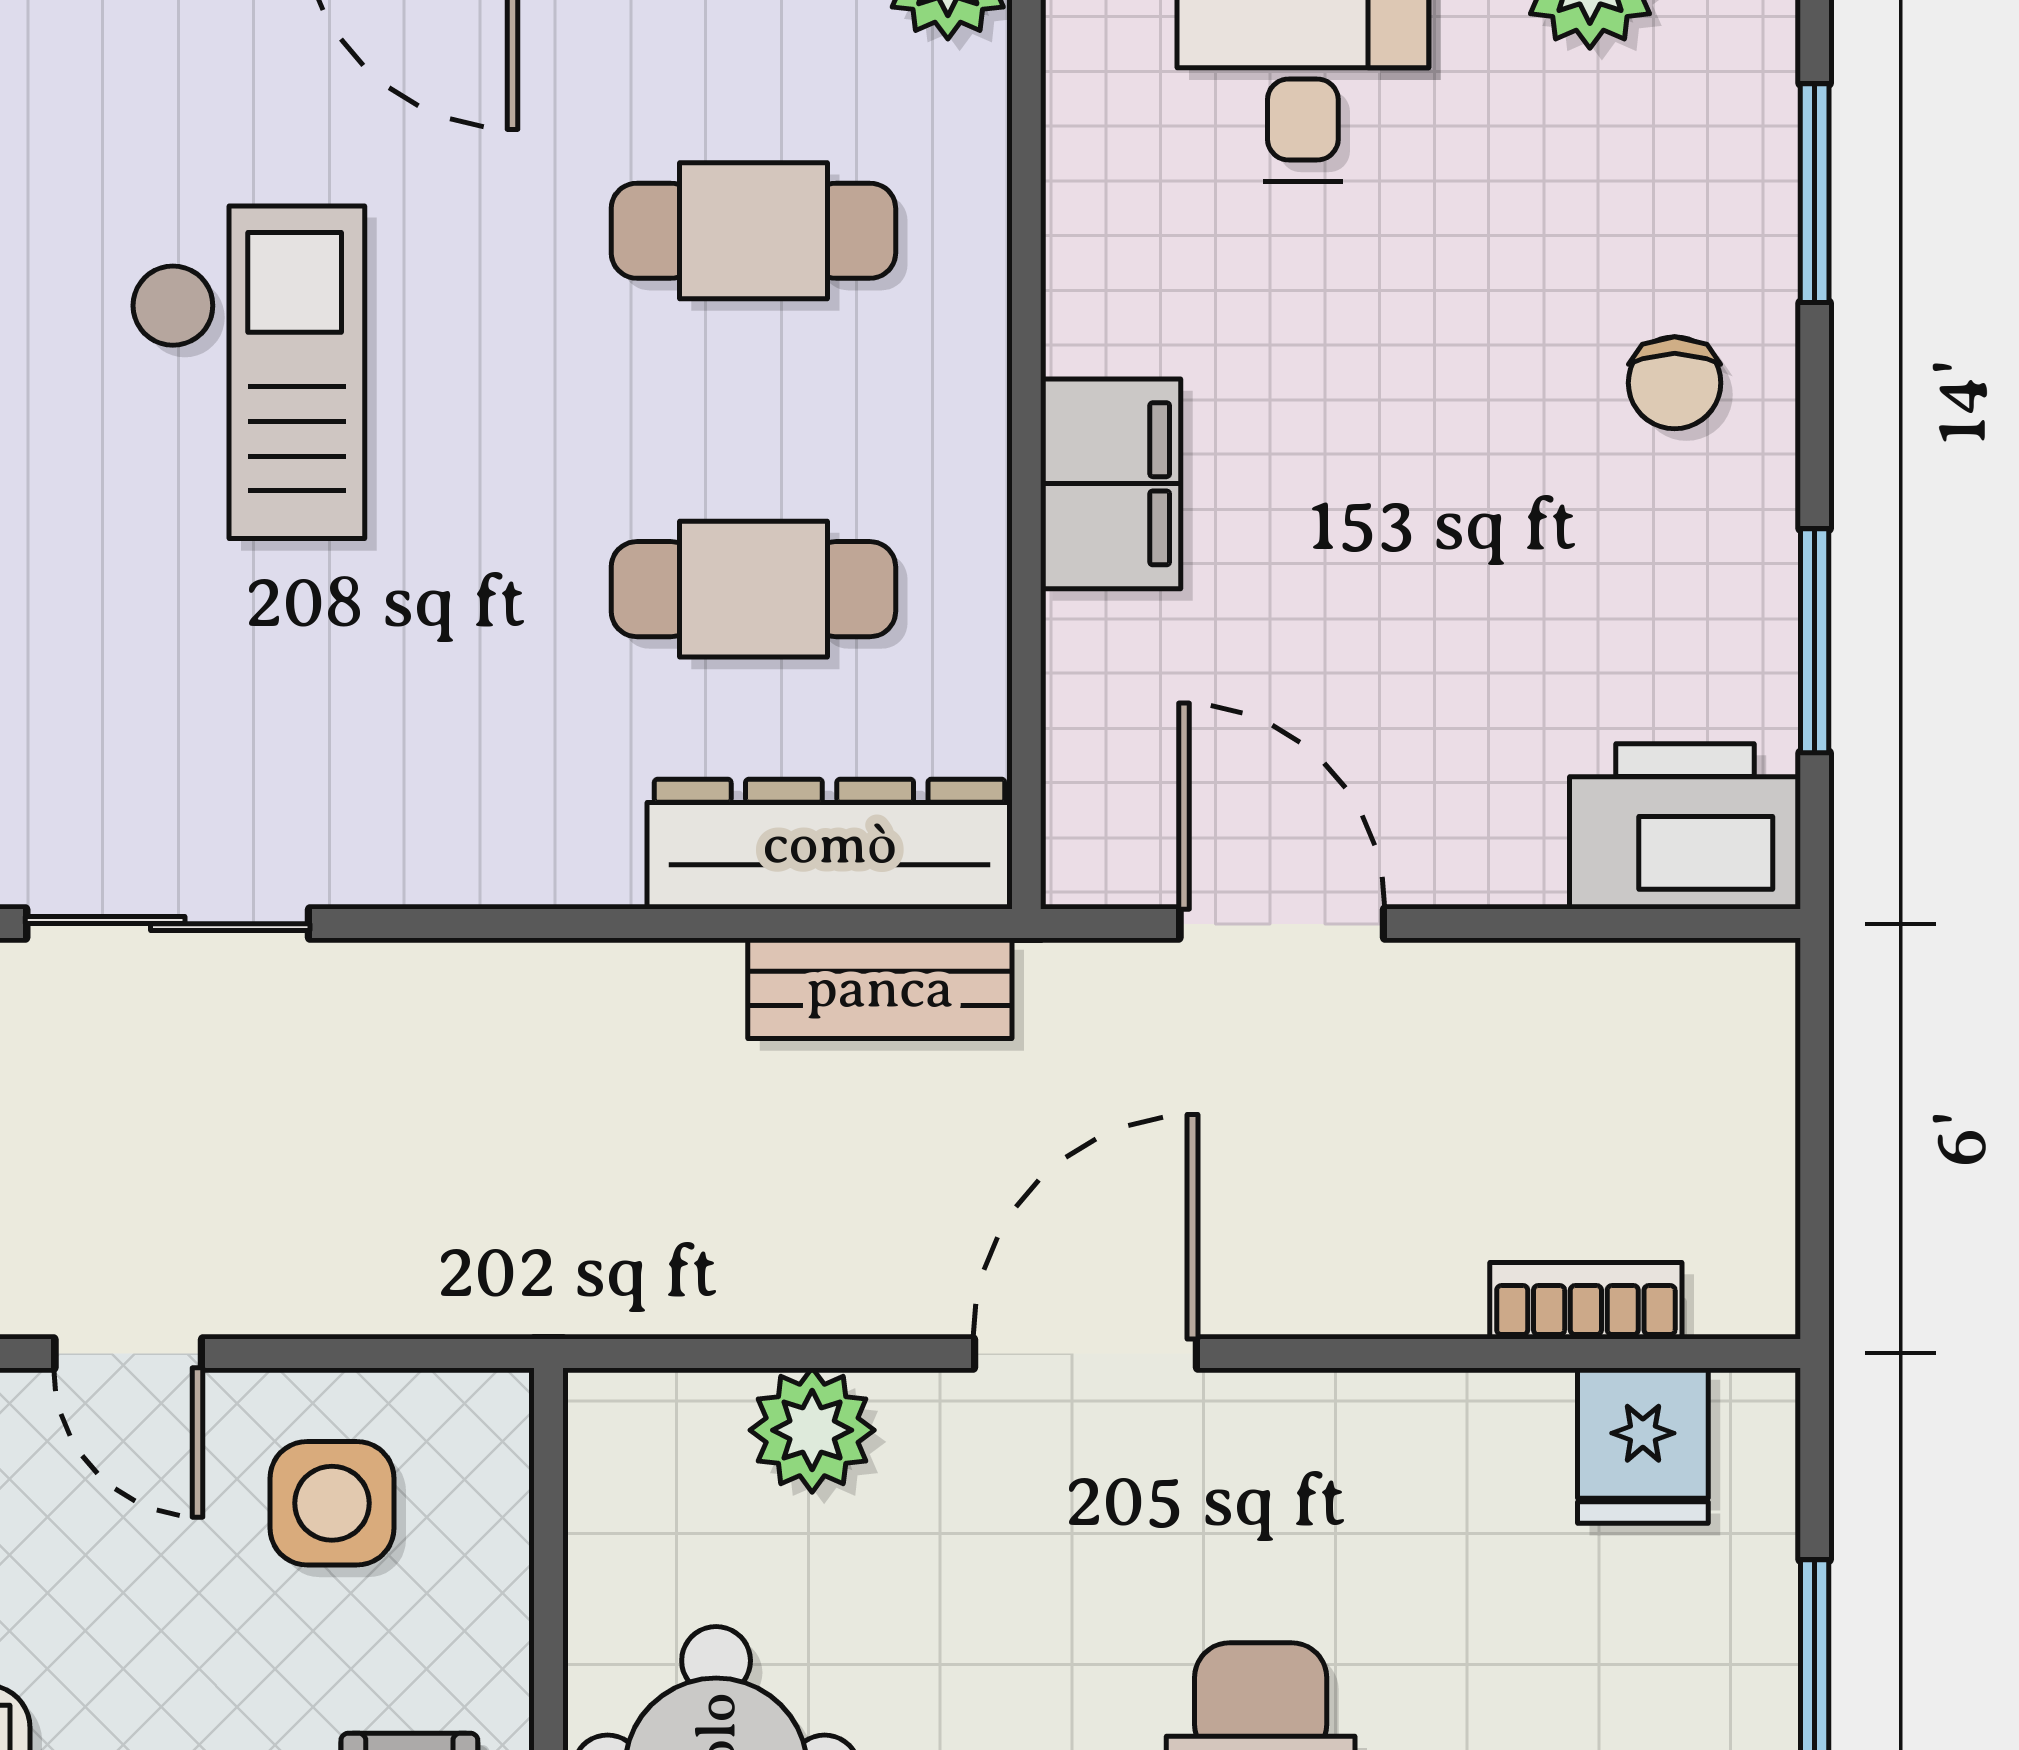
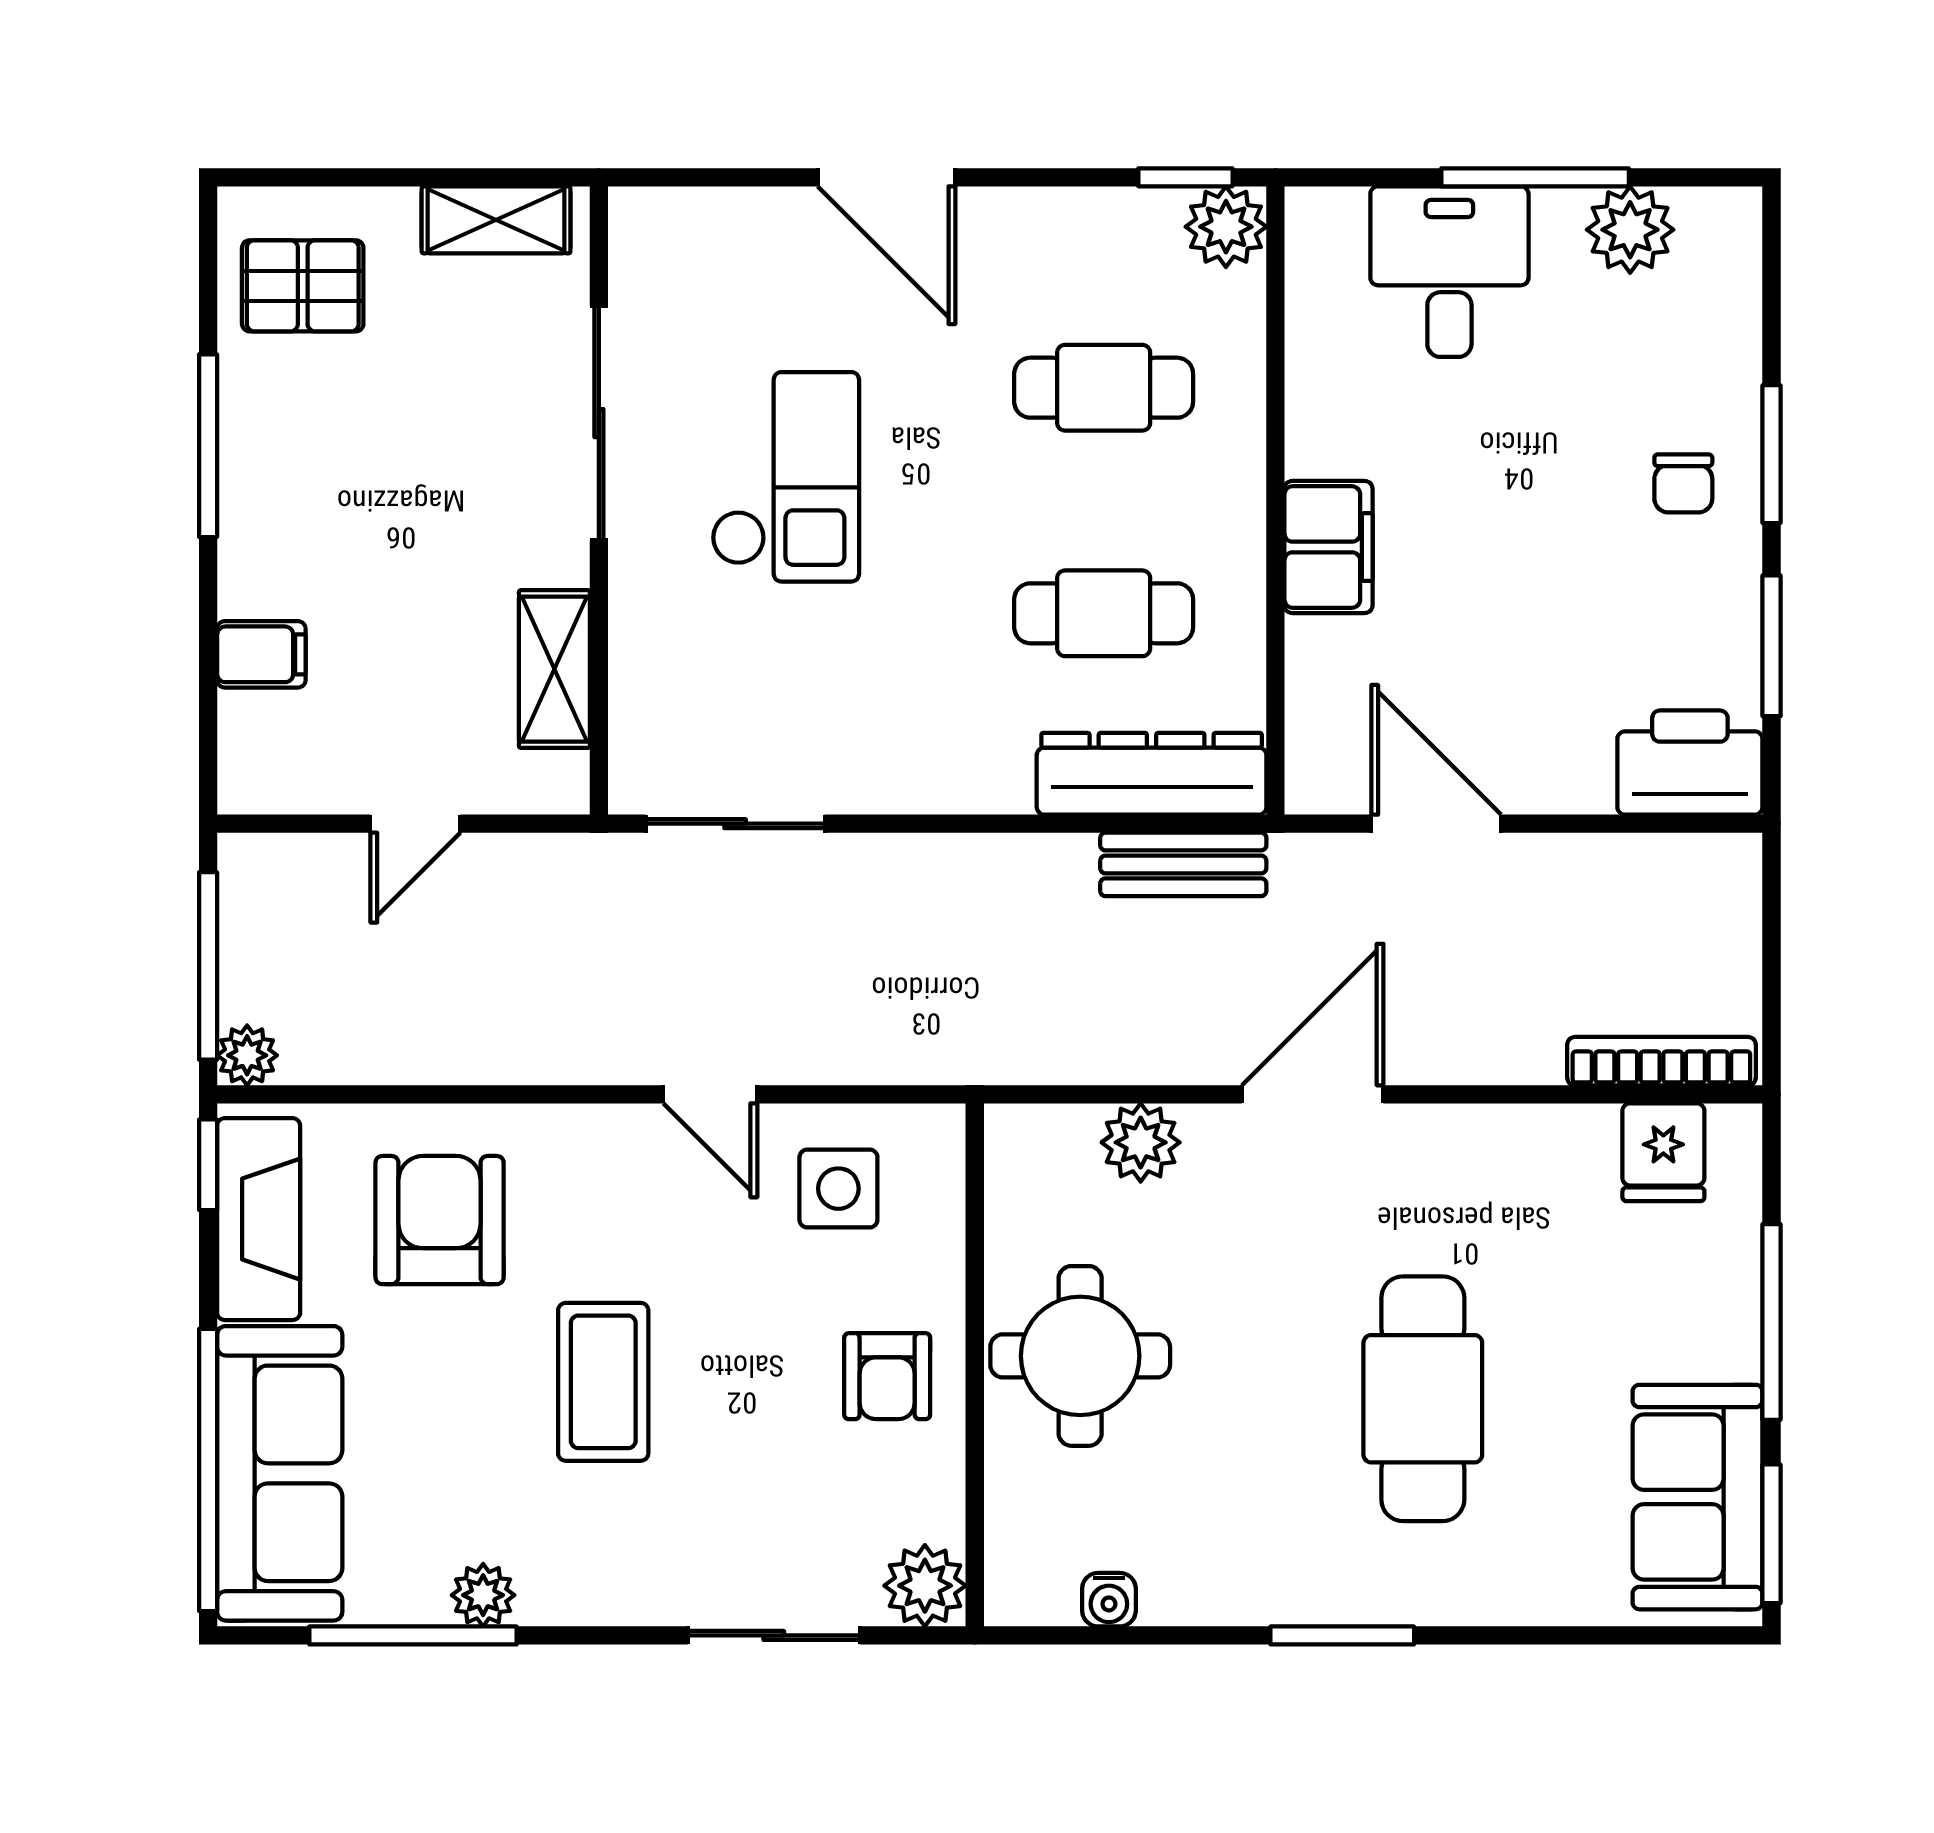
window: (1815, 193) -> (1771, 454), moved
bookcase: (1586, 1301) -> (1661, 1061), width x1.56

